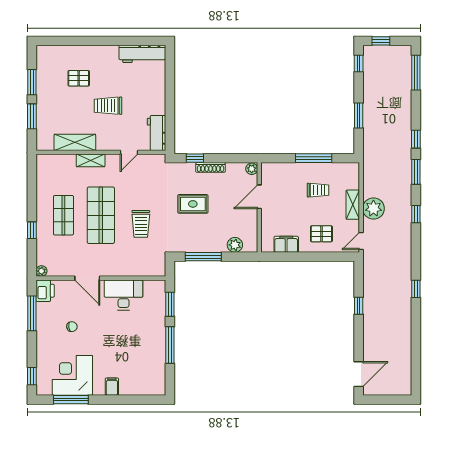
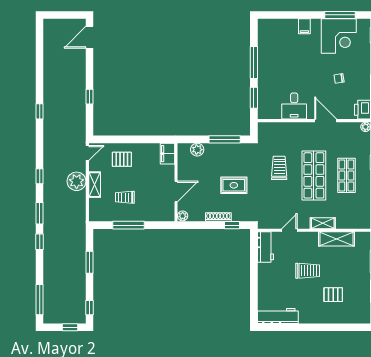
filing cabinet: (286, 244) -> (167, 154), moved, turned 90
desk: (124, 295) -> (294, 106), width x0.73

